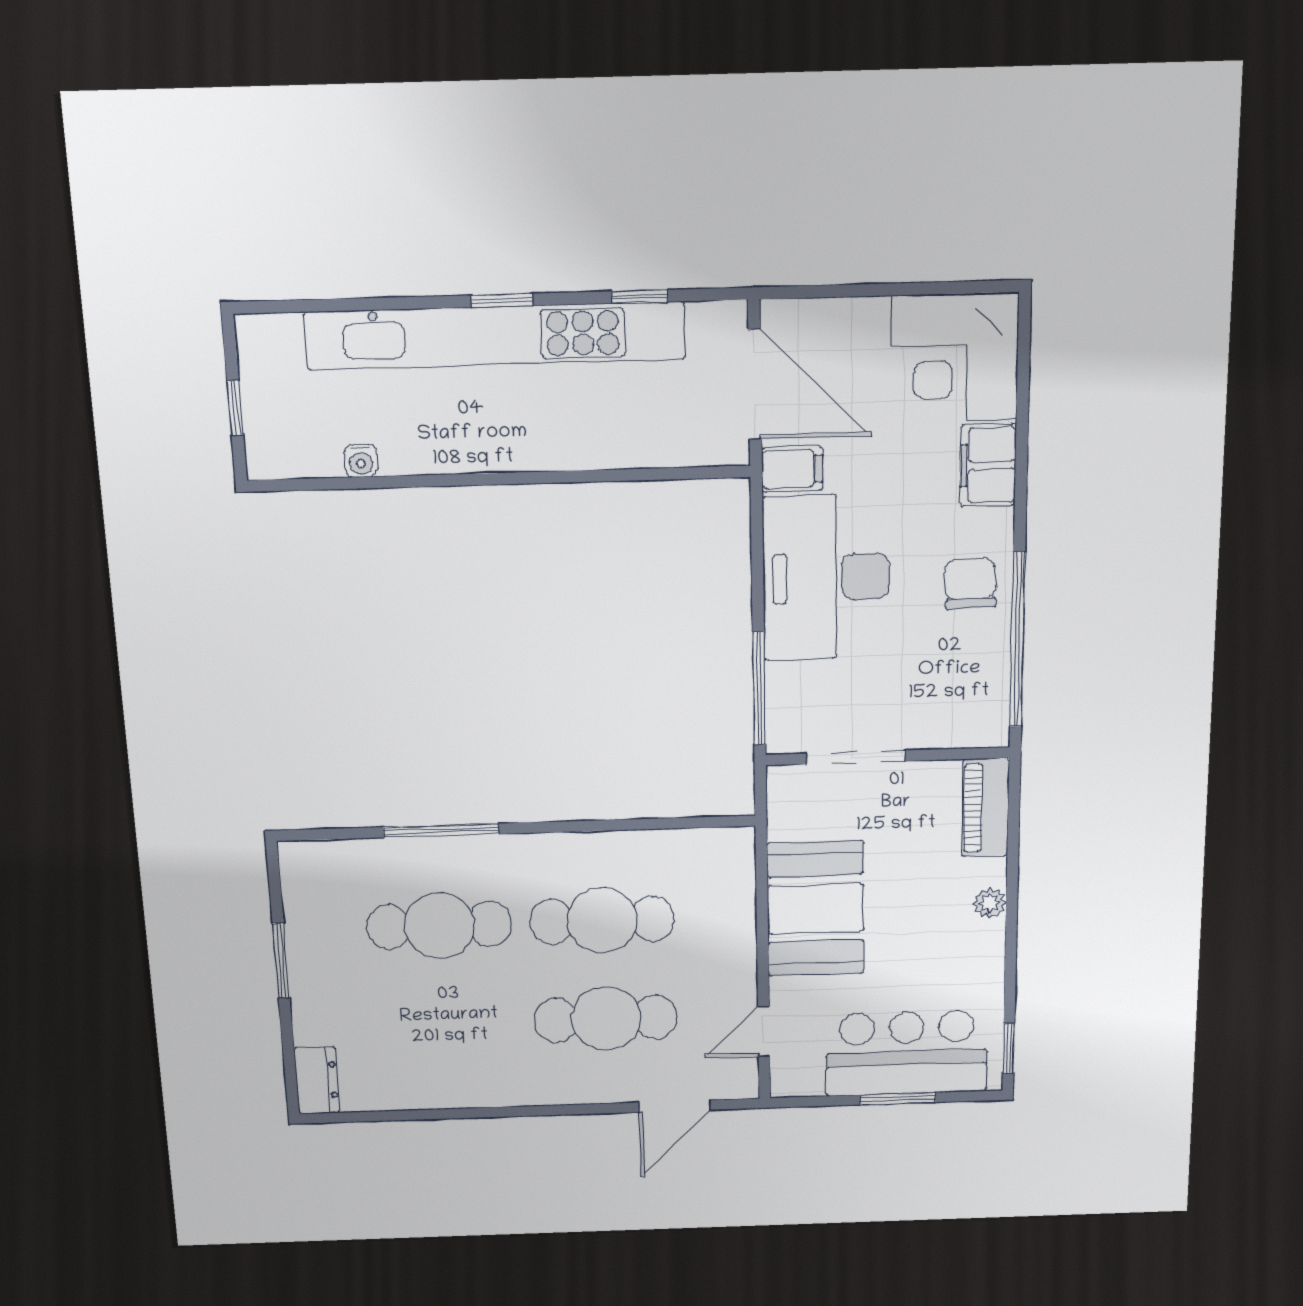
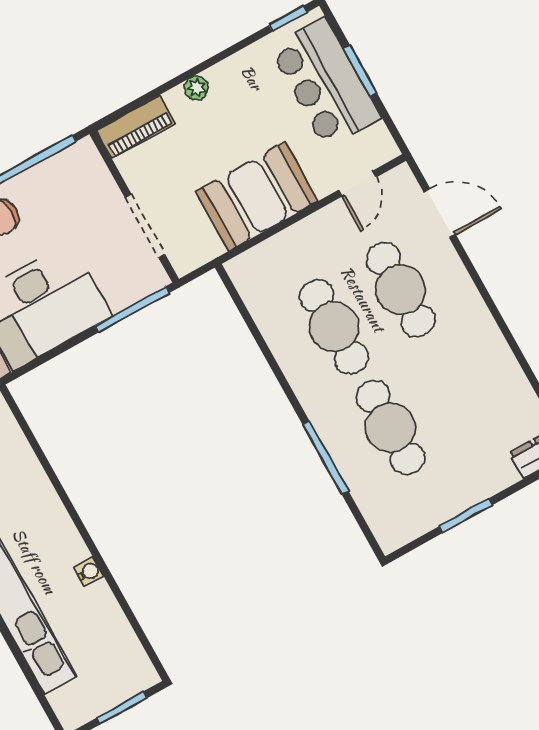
window: (235, 408) -> (122, 708), width x1.50
water cooler: (361, 461) -> (89, 572), moved
door: (764, 1031) -> (357, 184), hinge flipped

